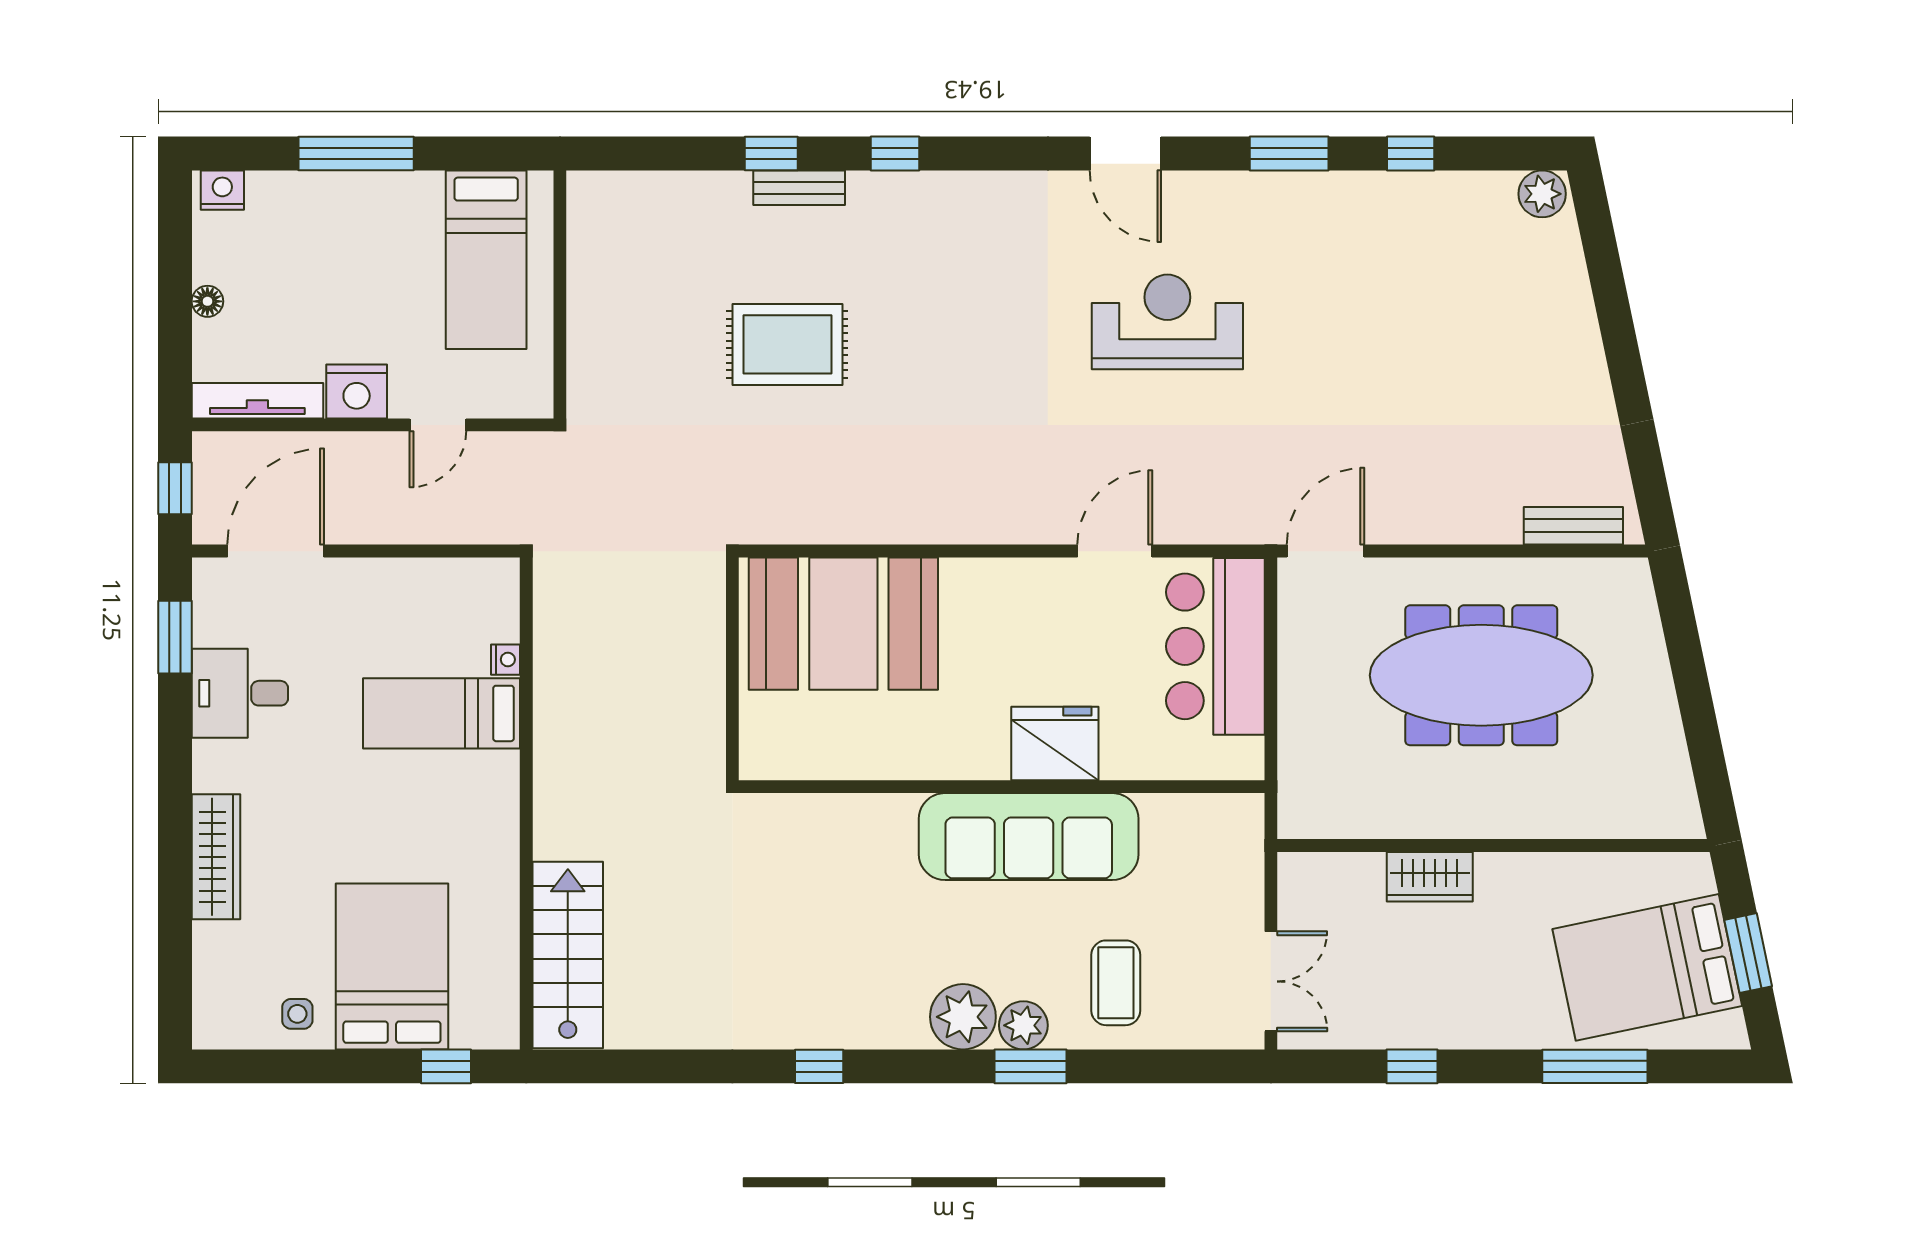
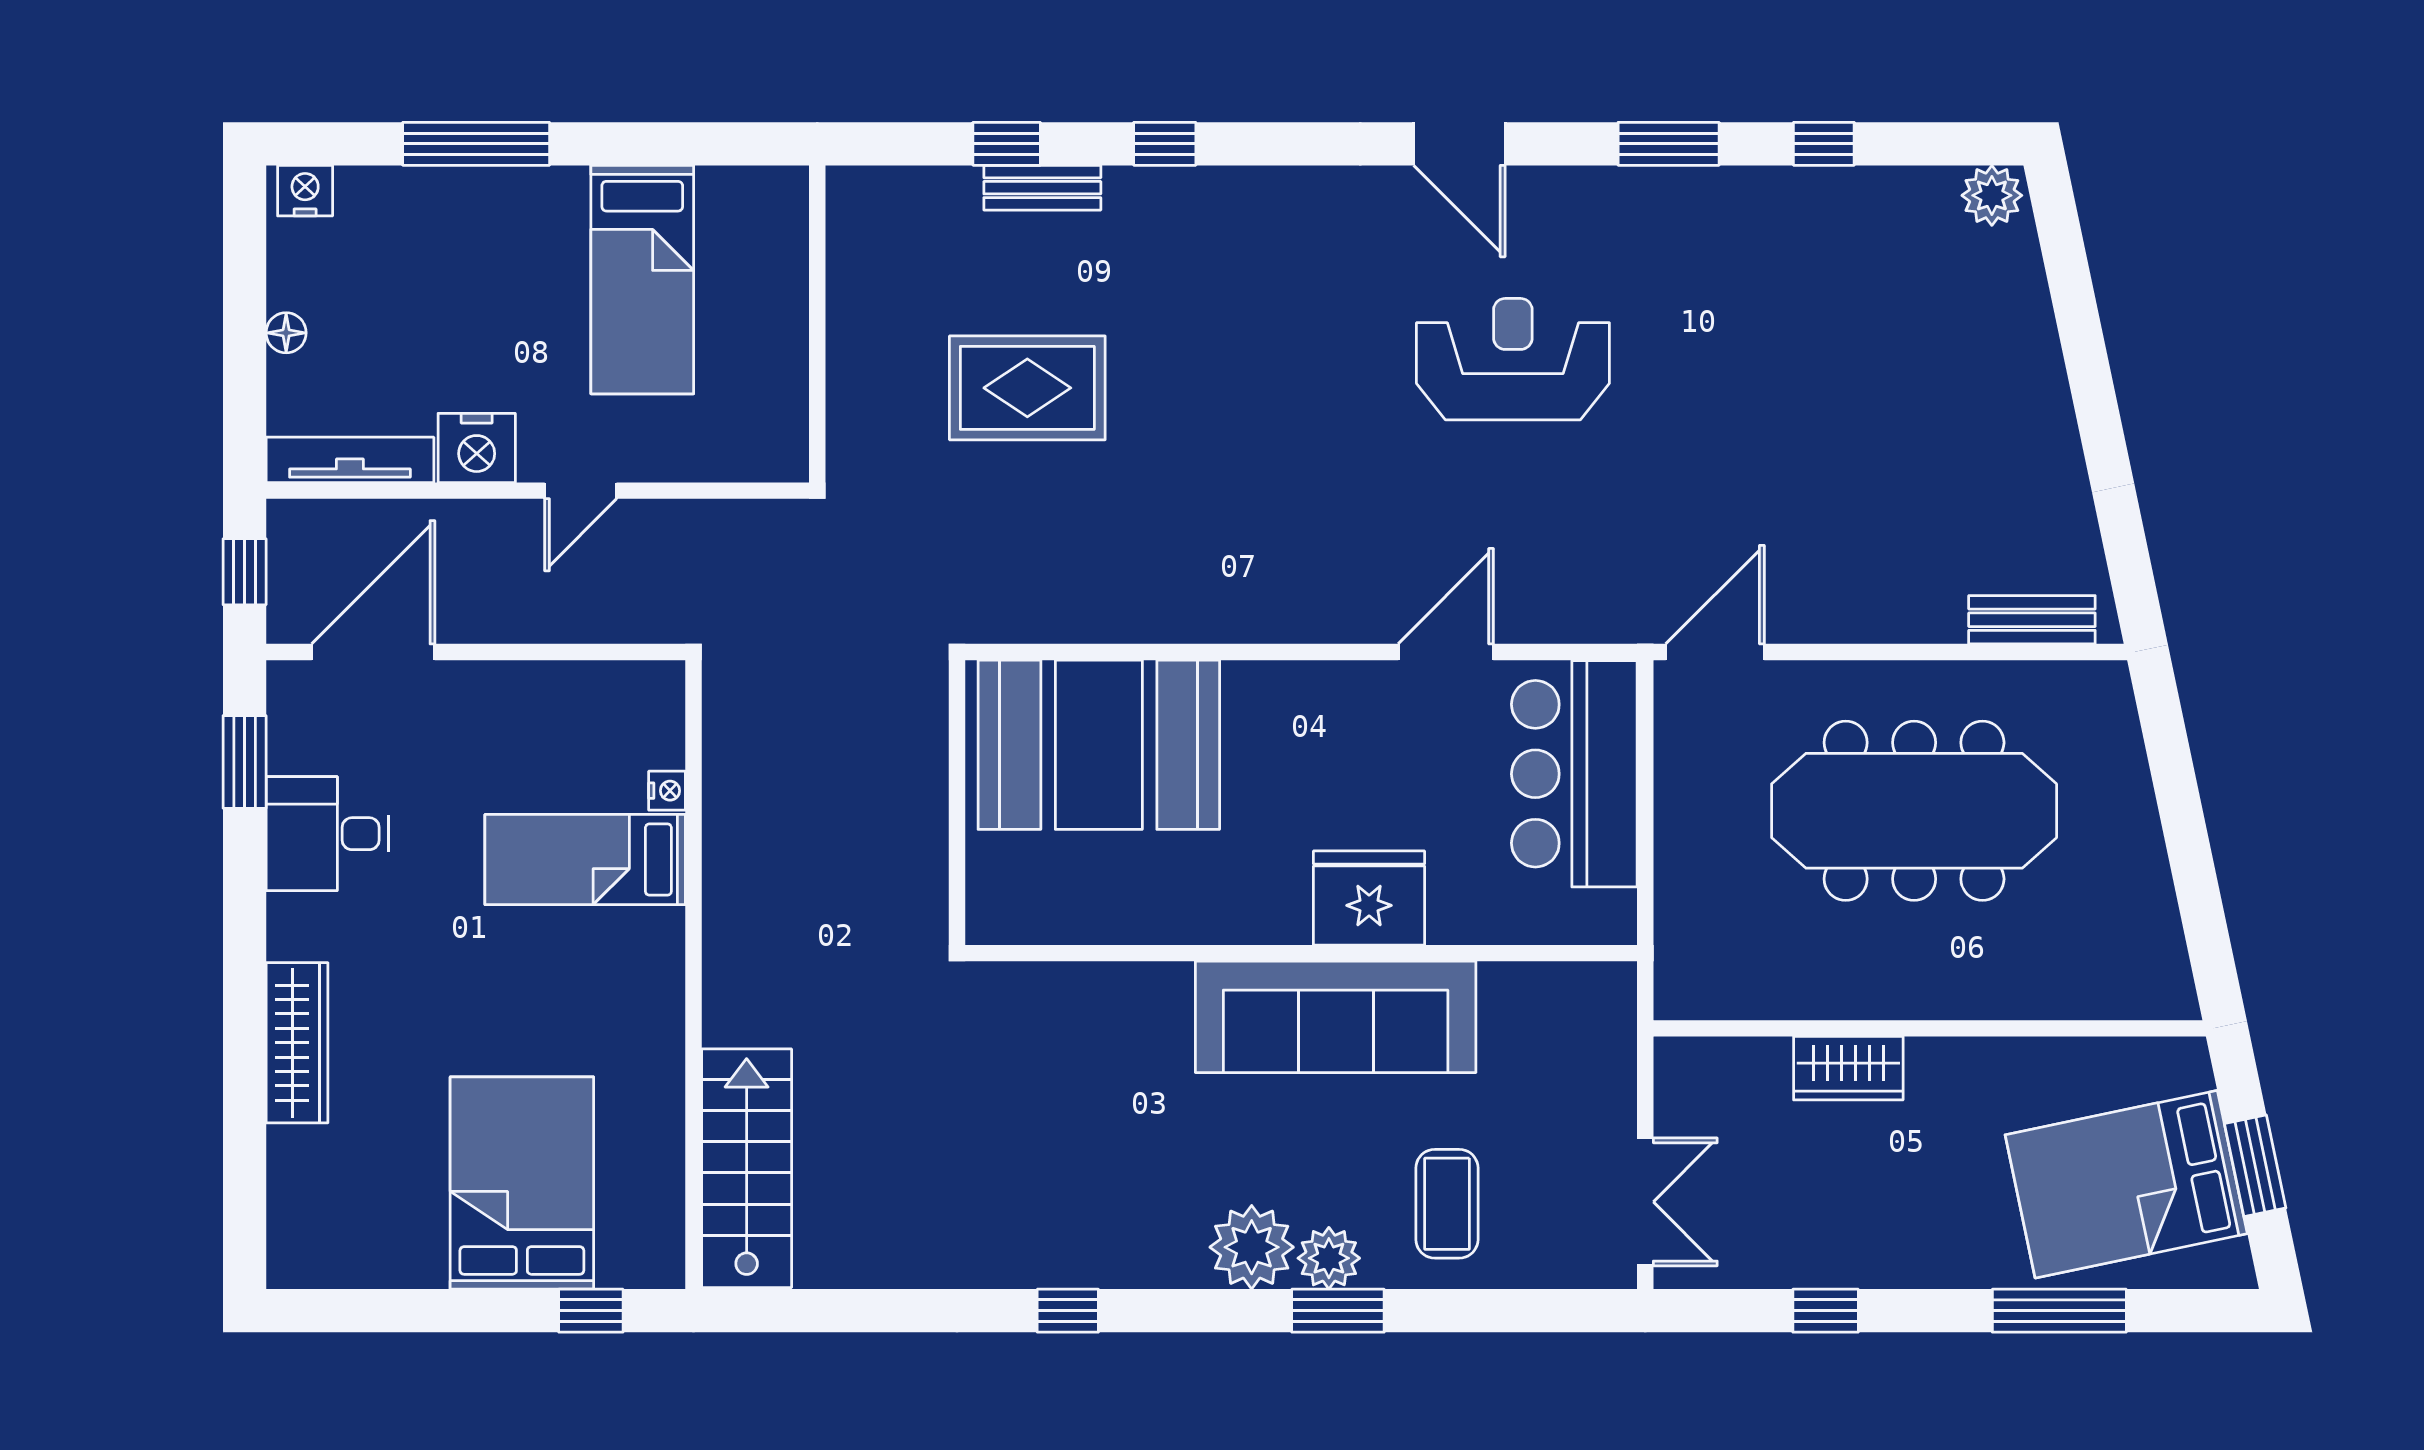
wall: (560, 294) -> (817, 324), moved
side table: (297, 1014) -> (401, 1244), removed

